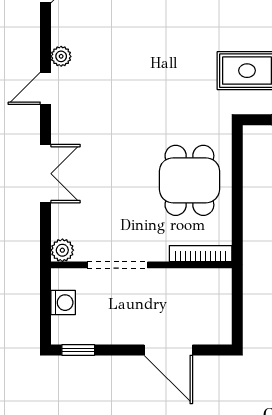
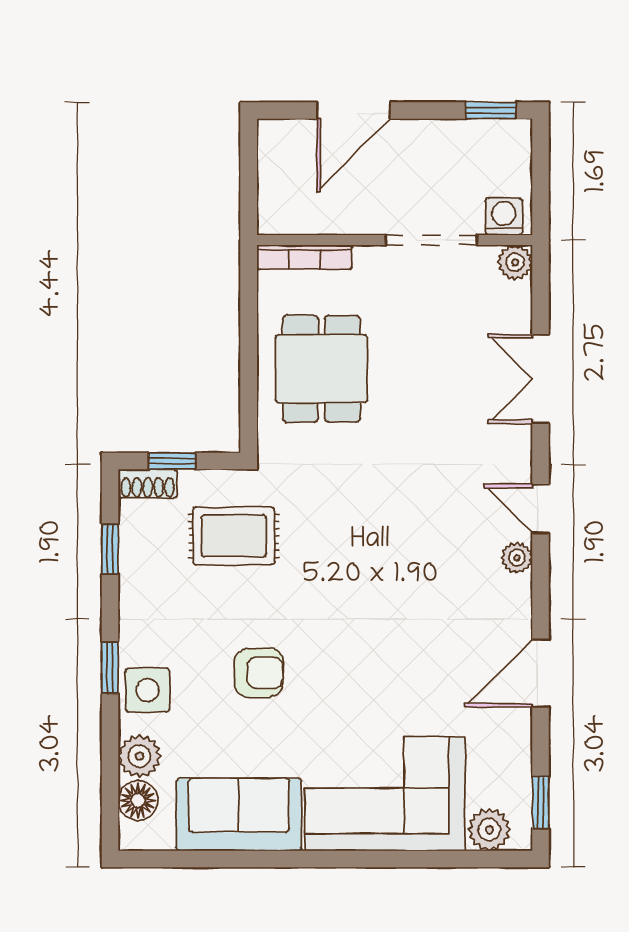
door: (46, 88) -> (541, 509), swing flipped
washing machine: (63, 303) -> (504, 217), moved, turned 90
door: (168, 350) -> (354, 110), swing flipped

